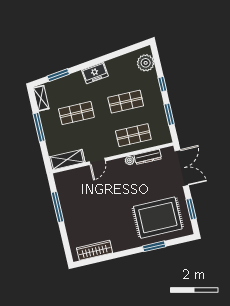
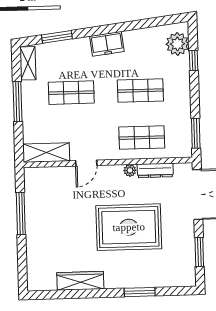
window: (162, 84) -> (194, 61), moved
window: (169, 114) -> (196, 133), moved
rug: (158, 218) -> (129, 227), moved
wardrobe: (95, 250) -> (80, 281), moved

